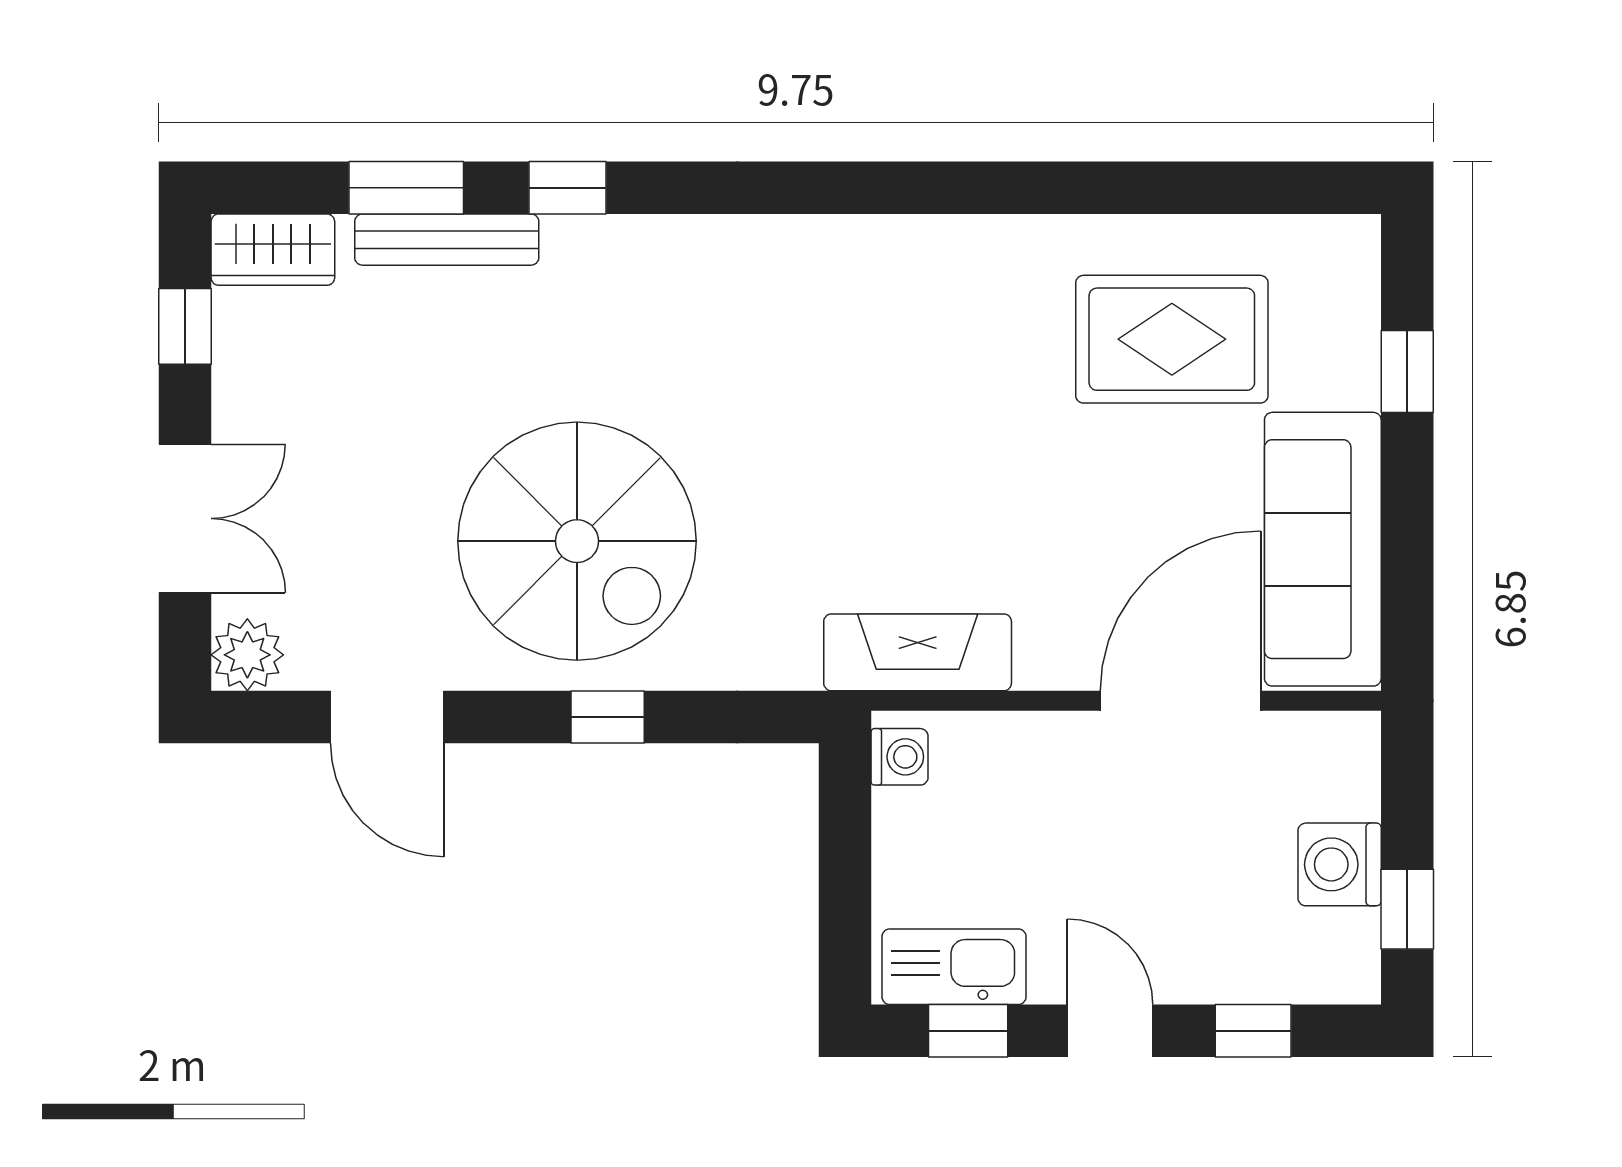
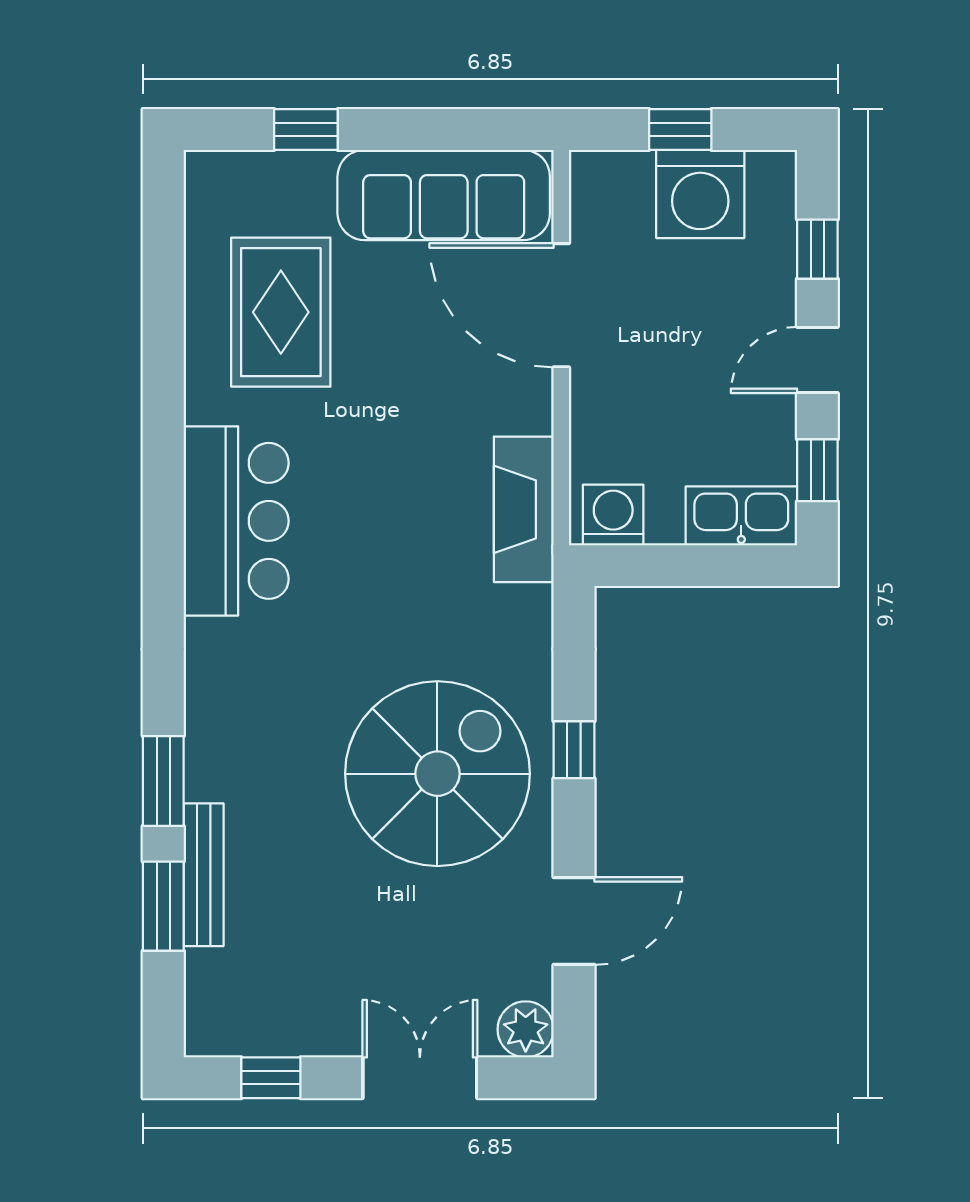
window: (567, 188) -> (163, 781), width x1.50
wardrobe: (273, 250) -> (211, 1010), removed
bar counter: (903, 282) -> (236, 521), added
washing machine: (900, 757) -> (613, 515), width x1.38, depth x1.38
washing machine: (1340, 864) -> (700, 194), width x1.37, depth x1.37
window: (1407, 909) -> (680, 130), moved
kitchen sink: (954, 967) -> (741, 516), moved, turned 90

